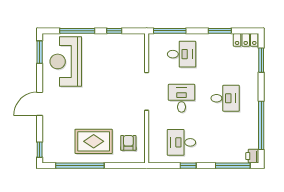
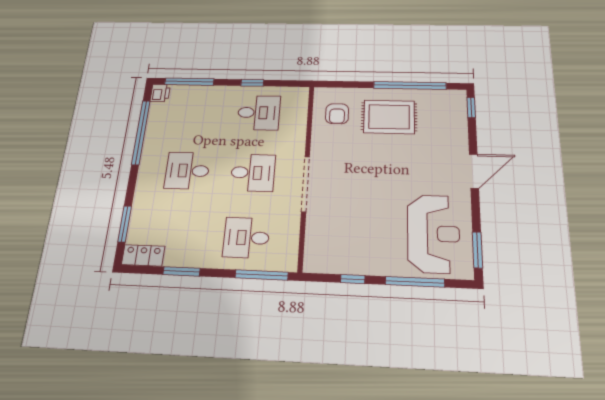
desk: (182, 98) -> (253, 173), turned -90

